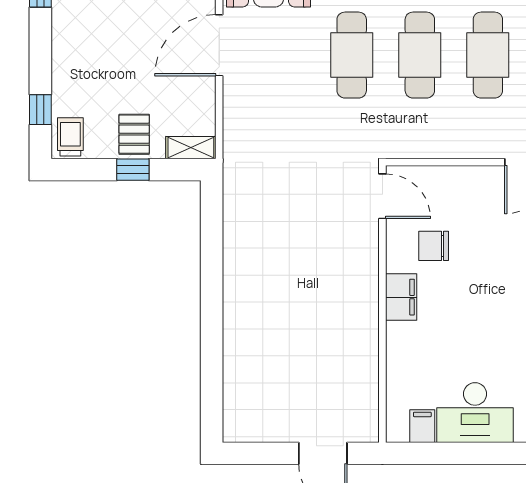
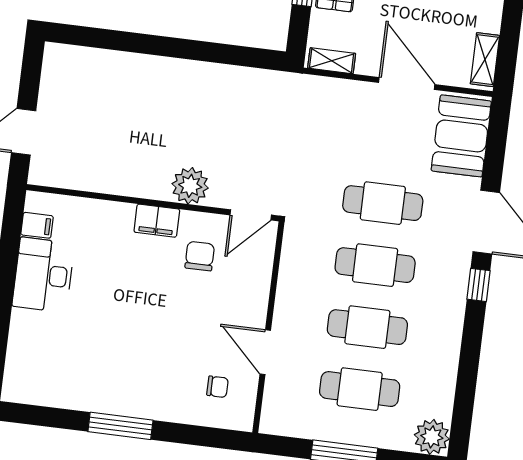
shelving: (191, 148) -> (332, 61), moved, turned 90
plant: (359, 266) -> (190, 186), added

